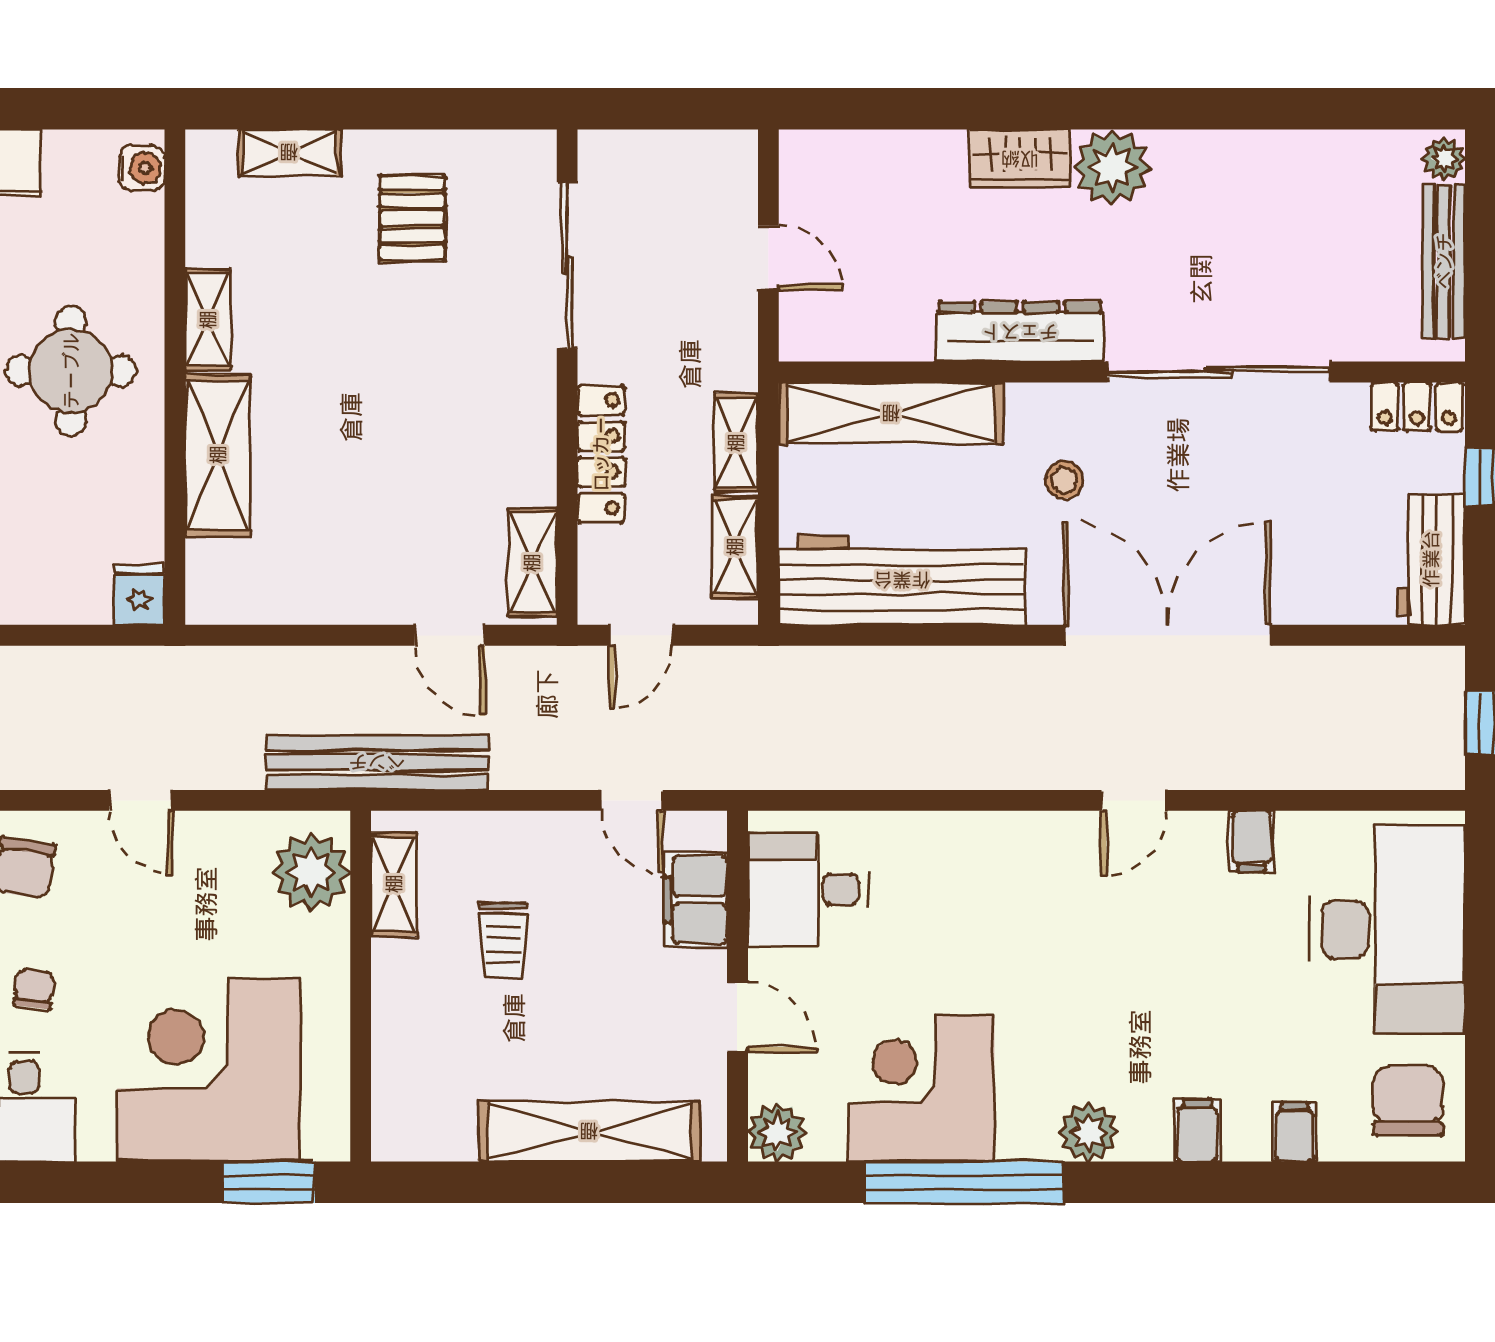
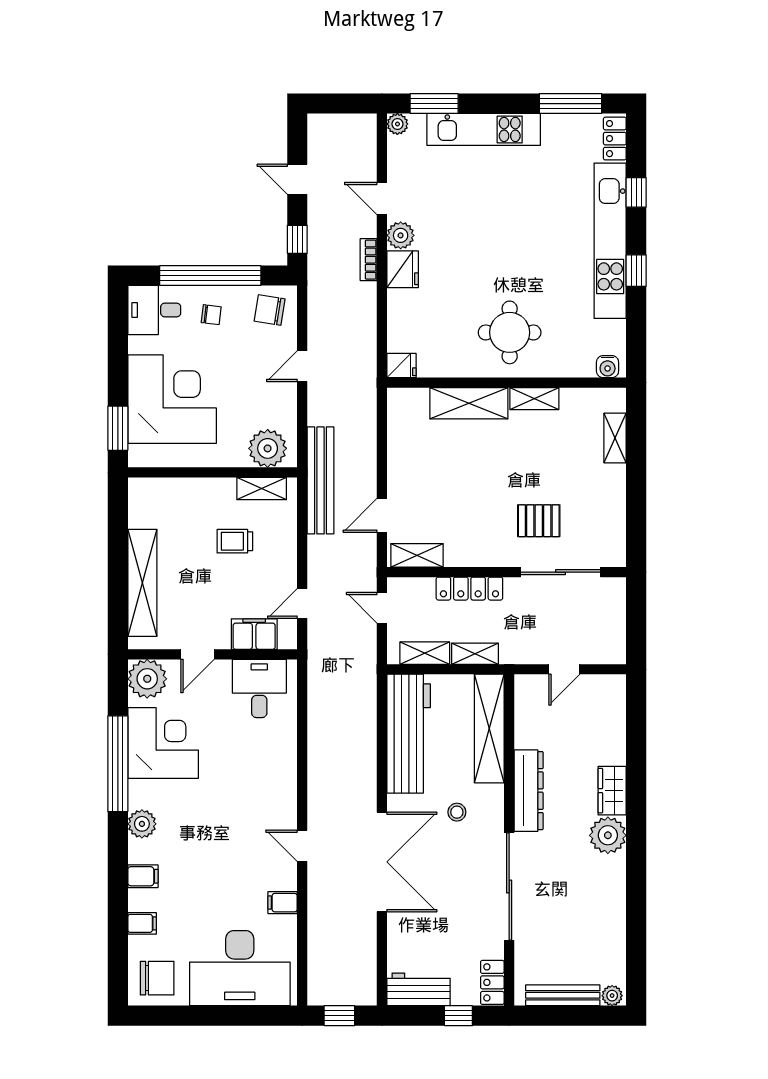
pallet: (412, 218) -> (539, 521), moved
plant: (777, 1132) -> (147, 679), width x1.36, depth x1.36

